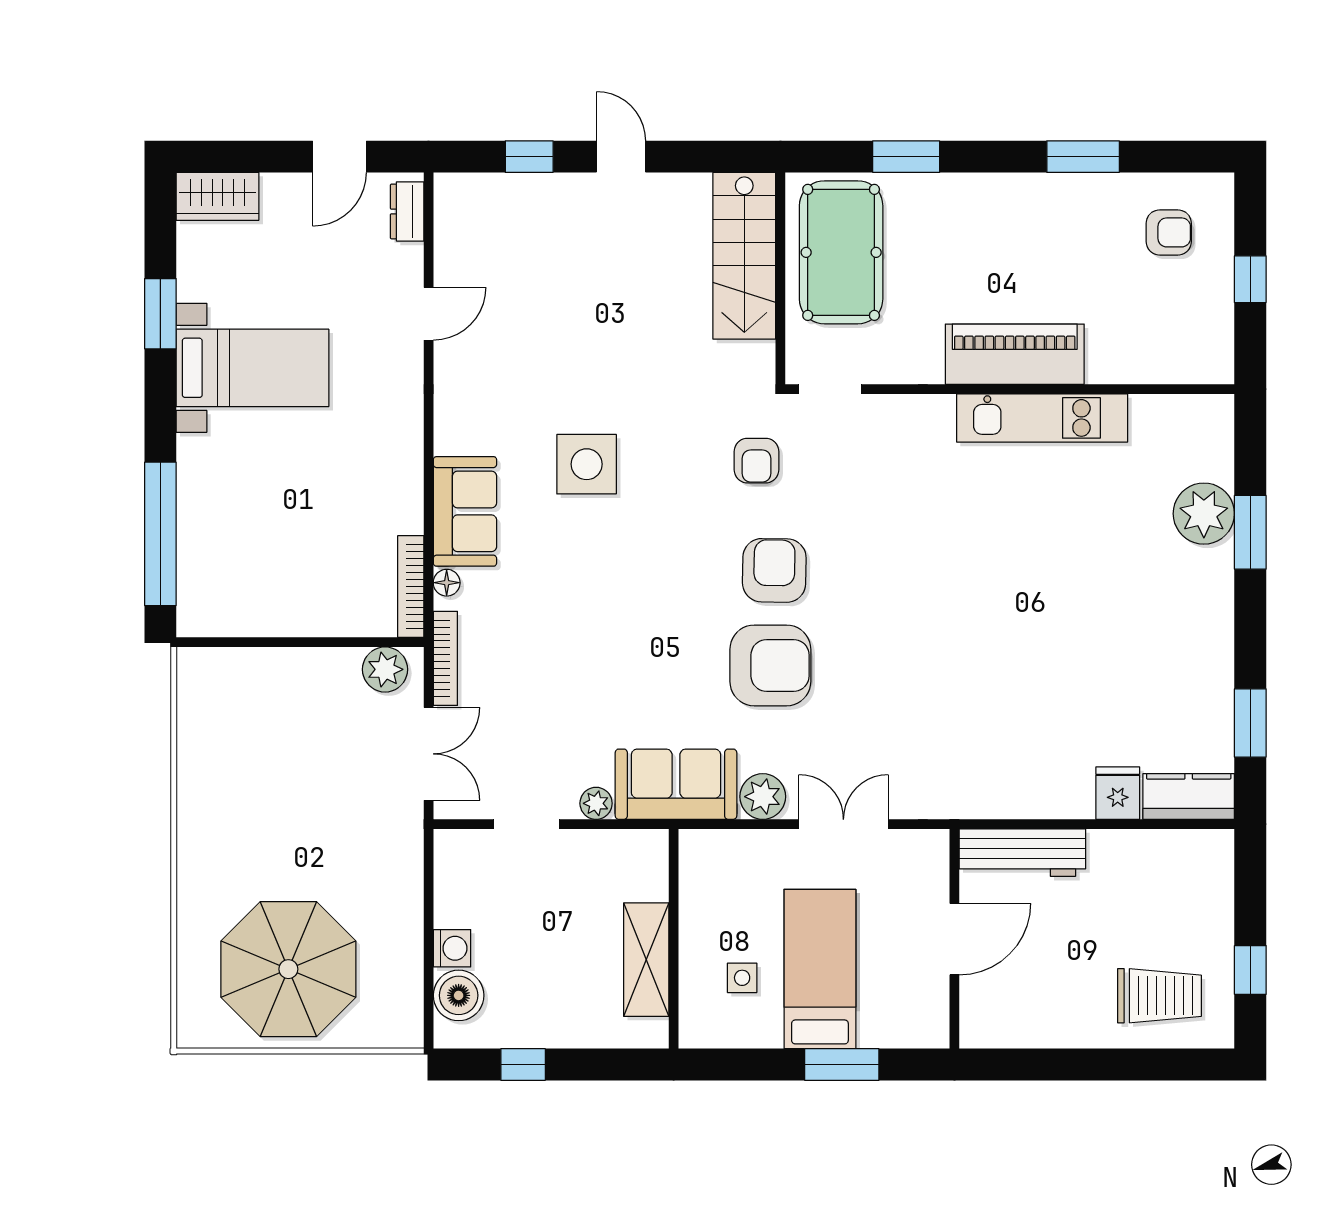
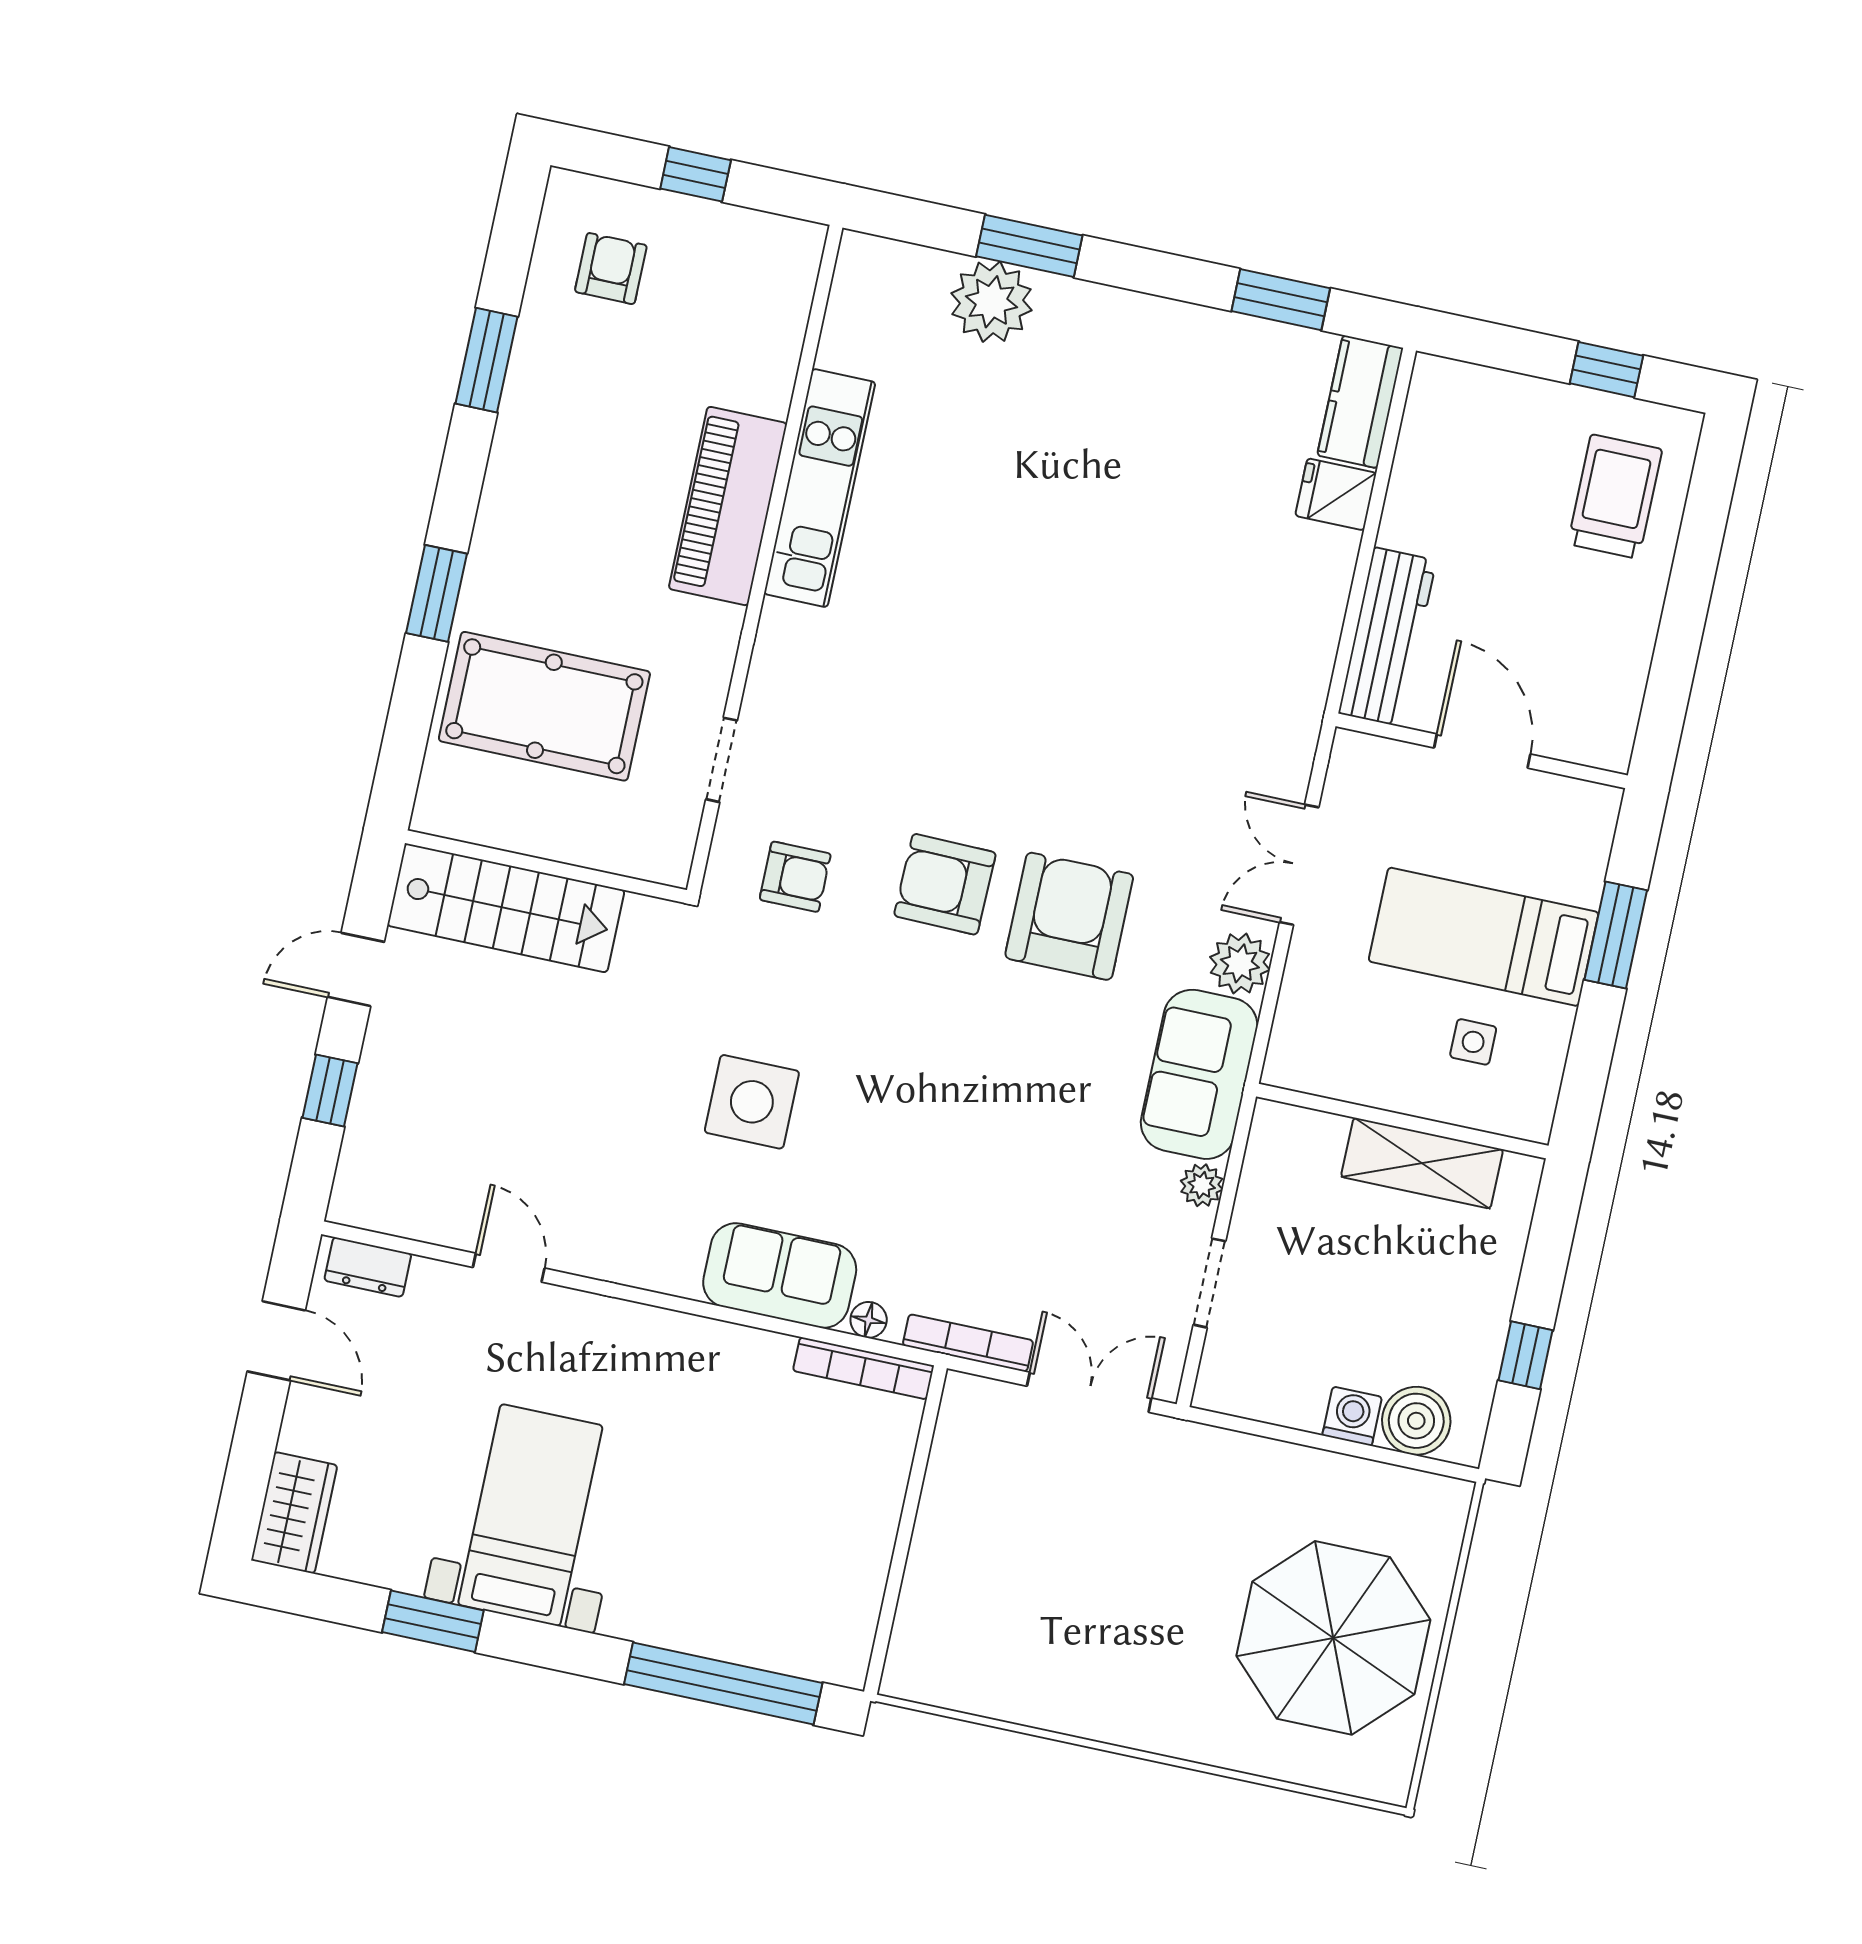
stairs: (744, 256) -> (506, 908), moved
wall: (780, 278) -> (546, 867), moved
plant: (385, 669) -> (966, 1426), removed

